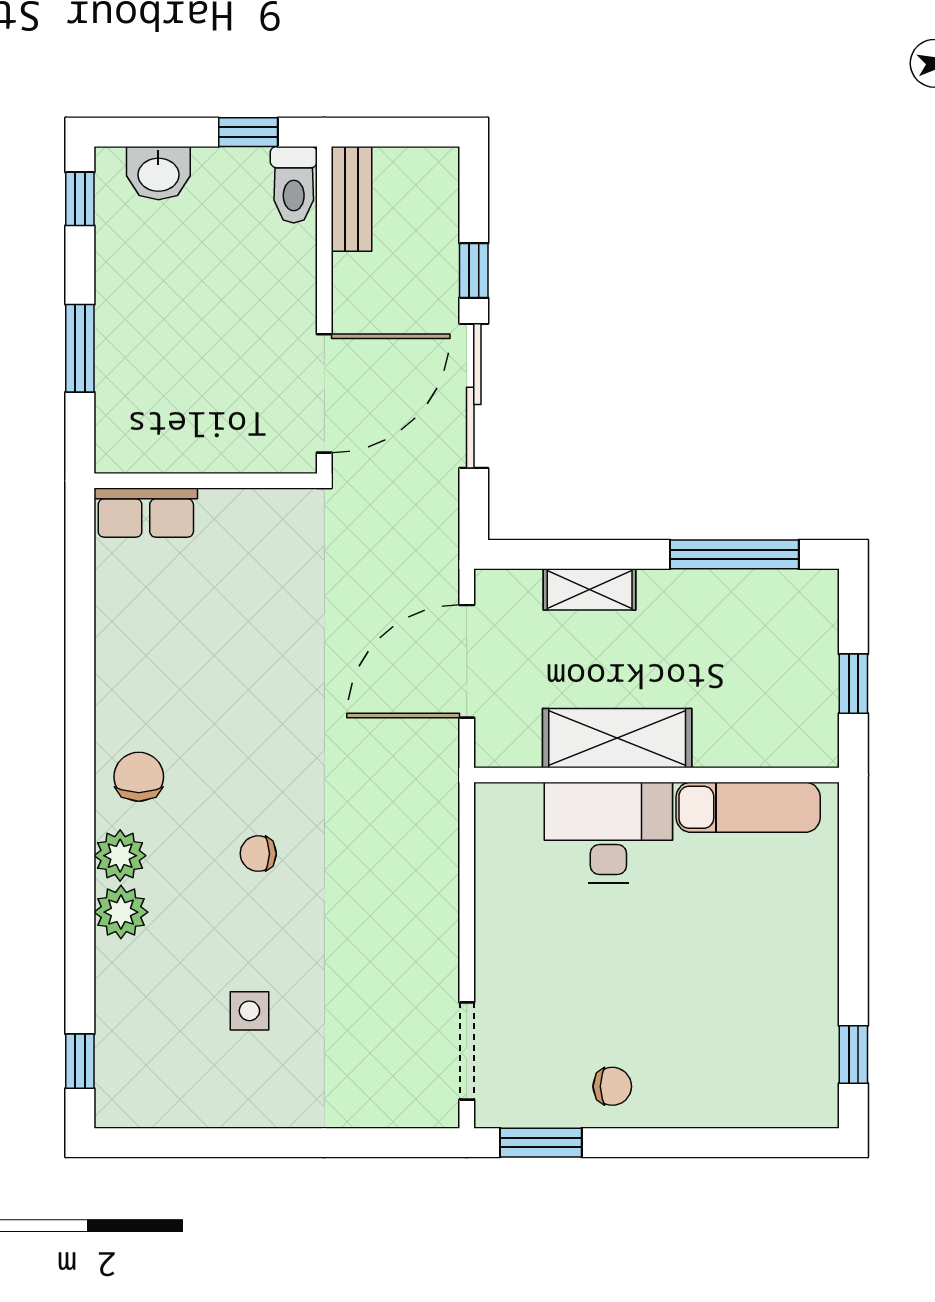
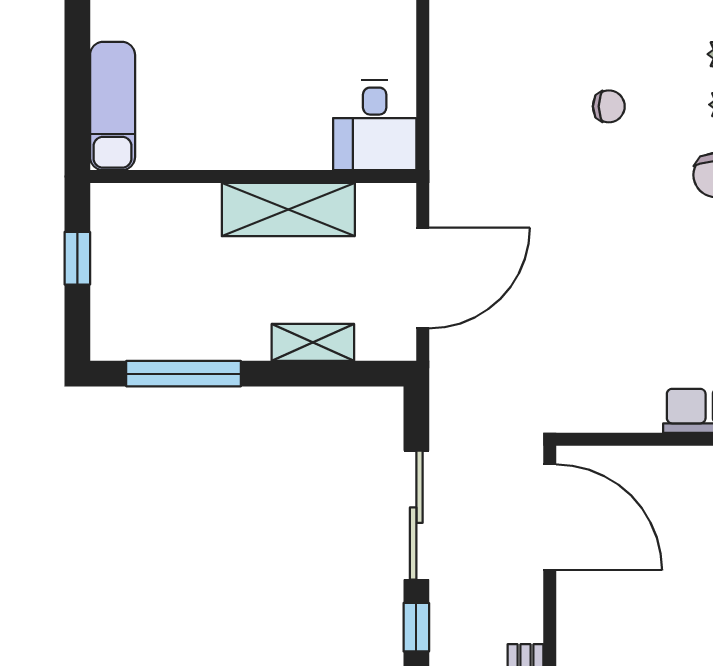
door: (324, 393) -> (550, 517), swing flipped
exam couch: (748, 807) -> (113, 106), moved, turned 90
desk: (608, 832) -> (375, 125), moved, width x0.73

